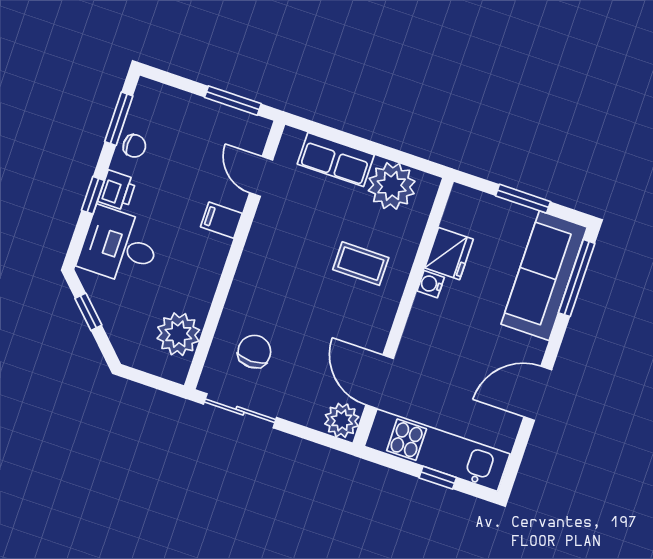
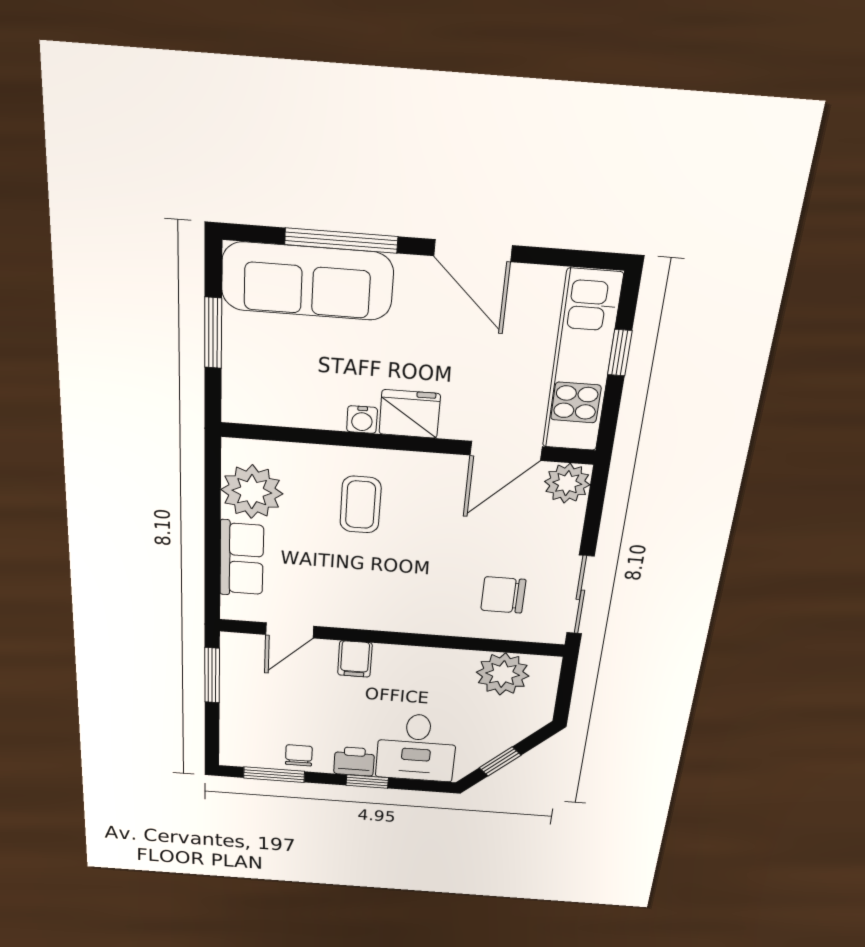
fridge: (449, 254) -> (410, 414), moved
window: (577, 278) -> (341, 241), moved

